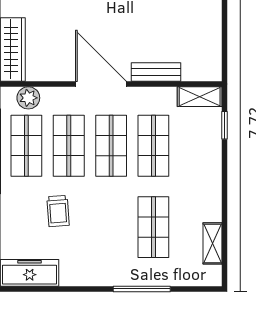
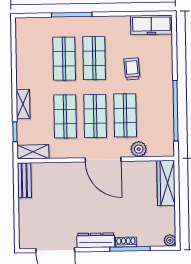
bench: (156, 72) -> (24, 180), moved, turned 90
plant: (28, 98) -> (139, 149), moved
shop shelf: (26, 146) -> (94, 58), moved
shelving: (213, 243) -> (23, 104), moved

